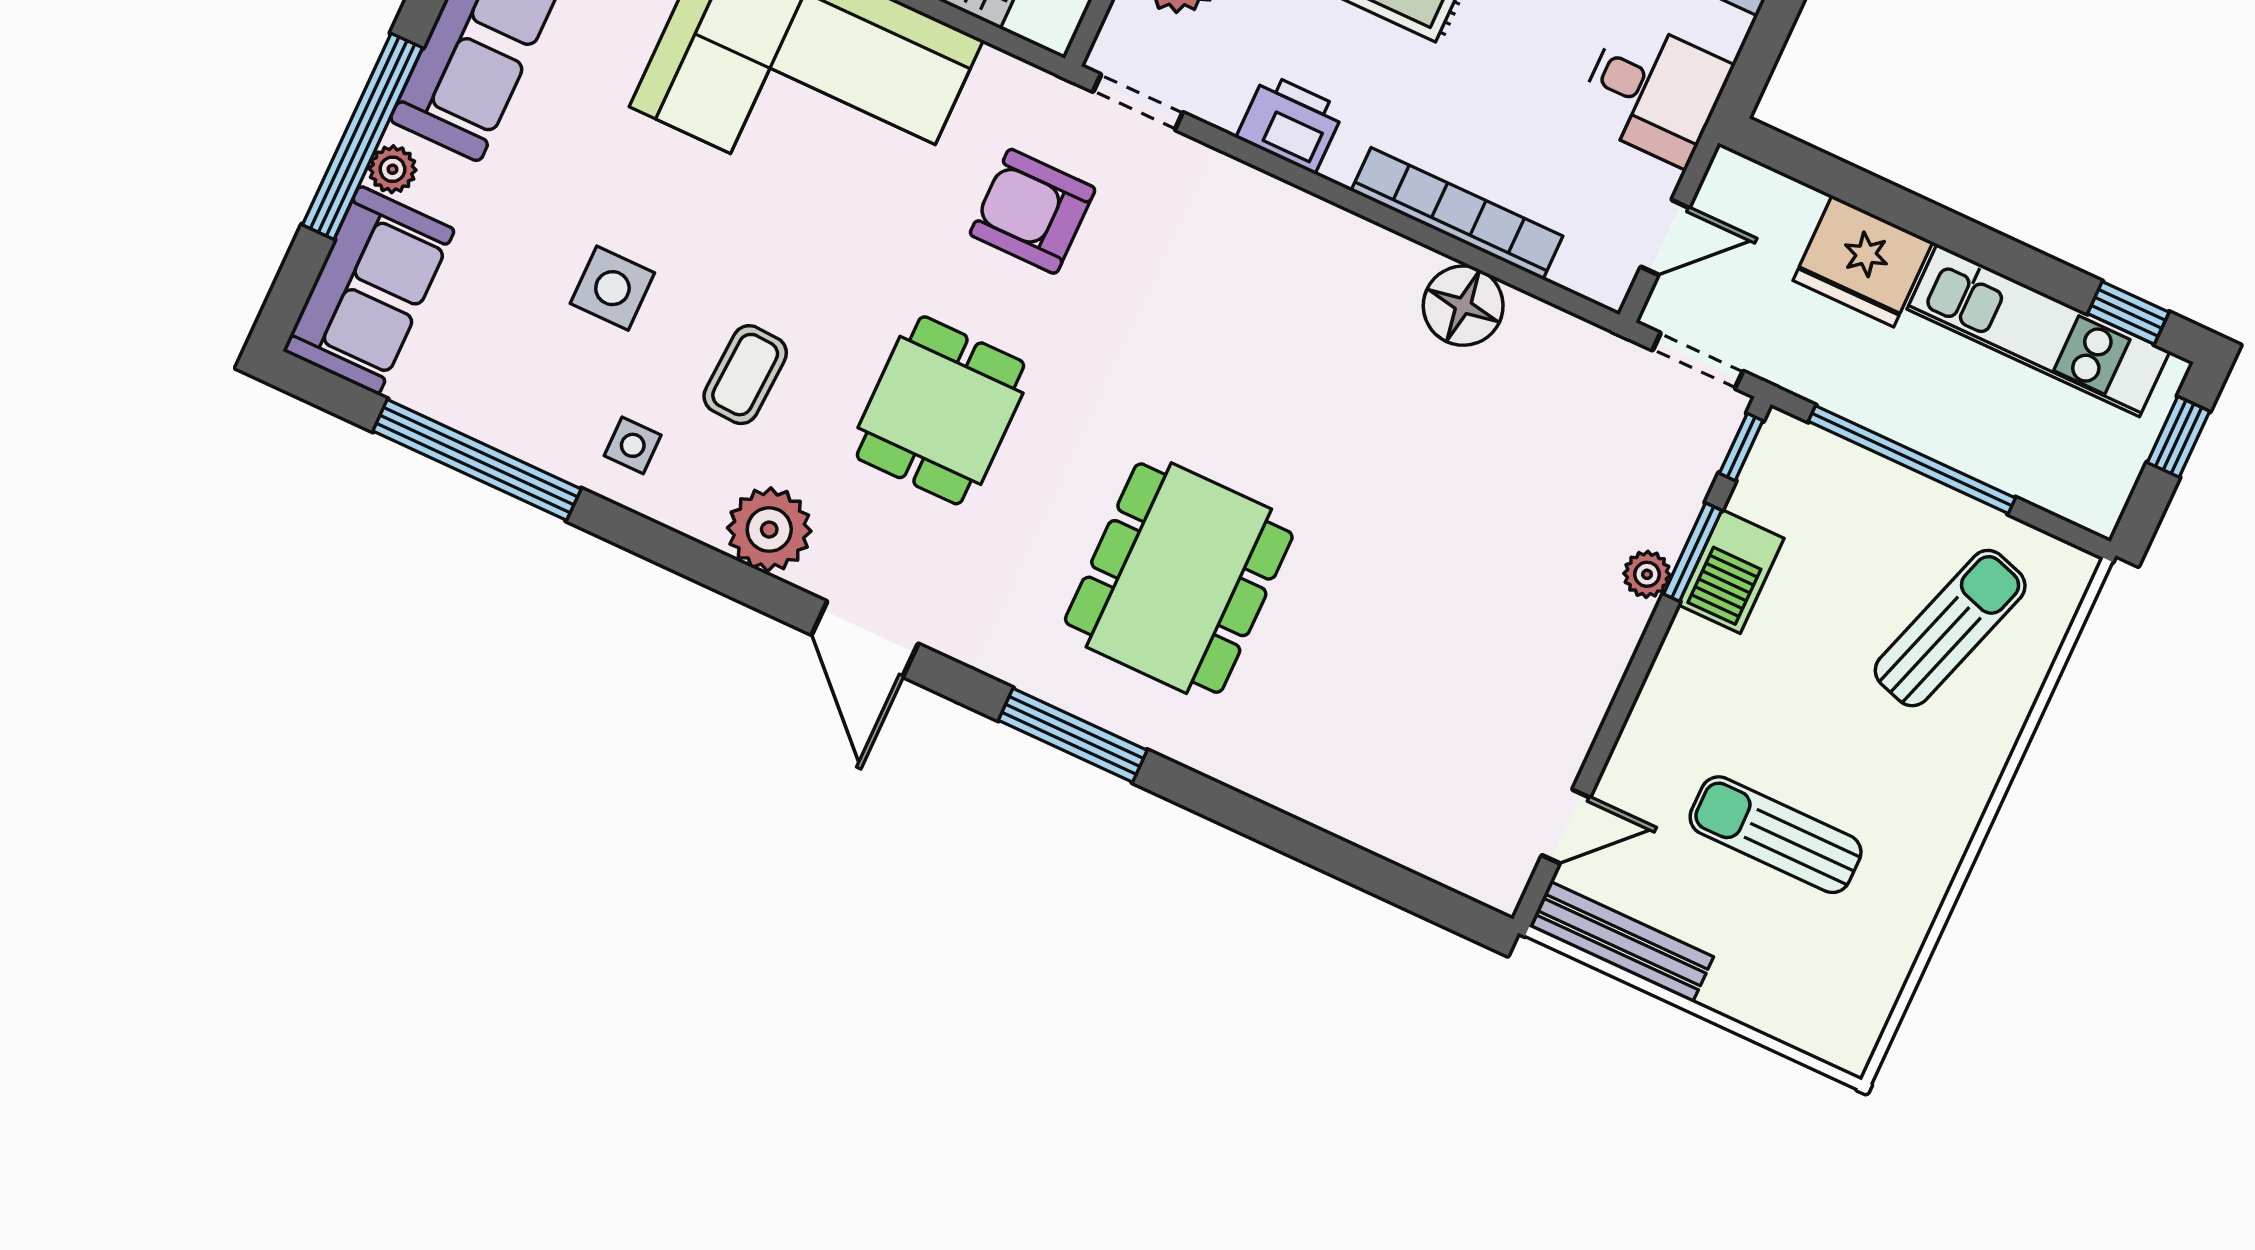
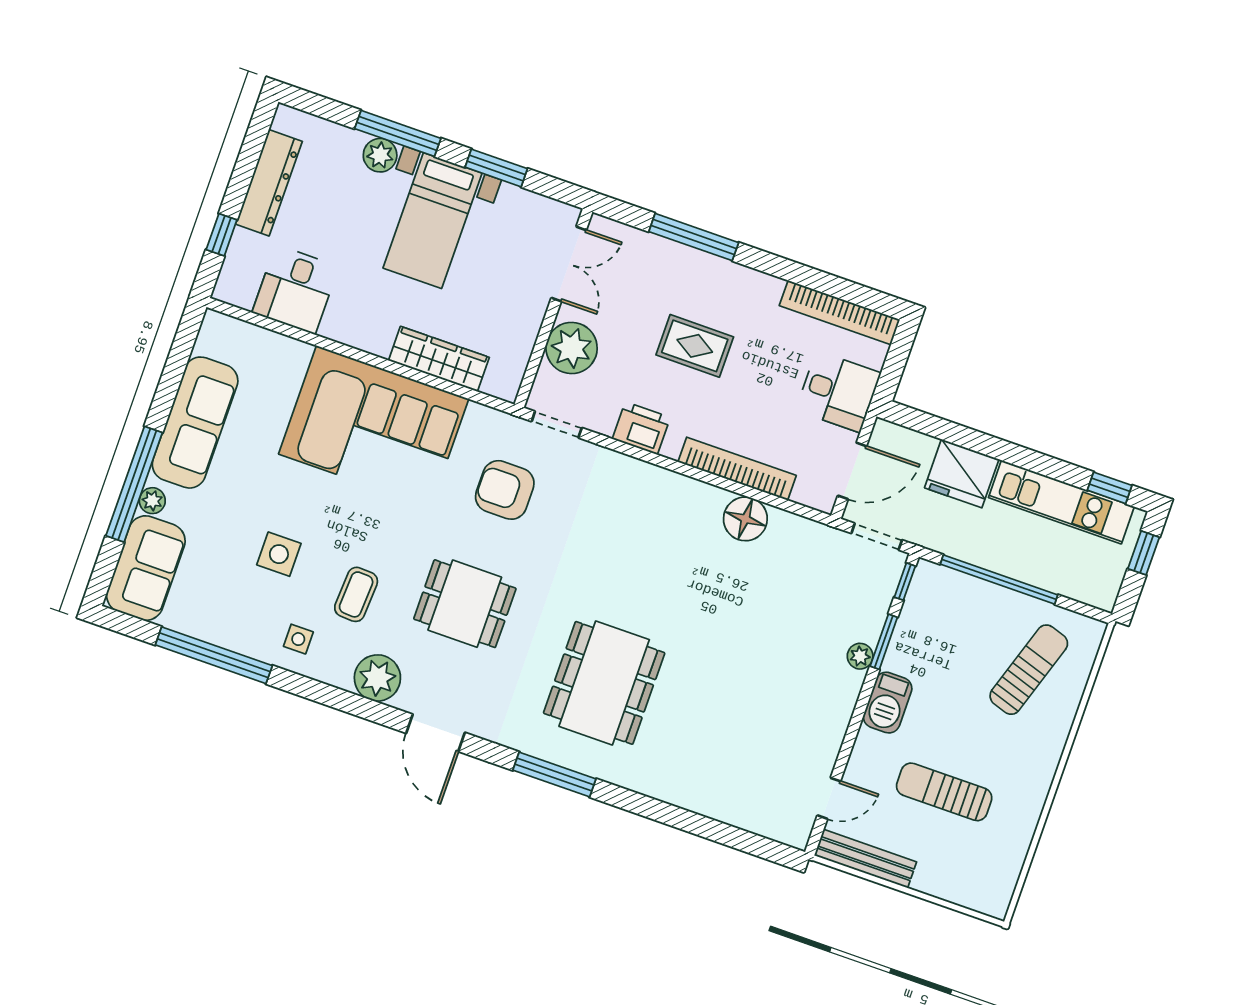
door: (1665, 237) -> (852, 471), width x1.38
dining table: (940, 410) -> (465, 604), turned 90
barbecue: (1731, 572) -> (888, 703), moved

